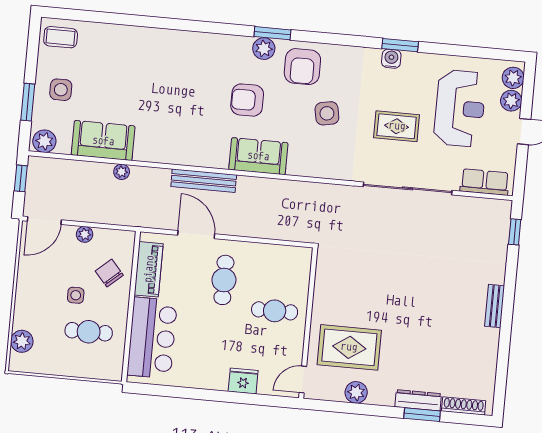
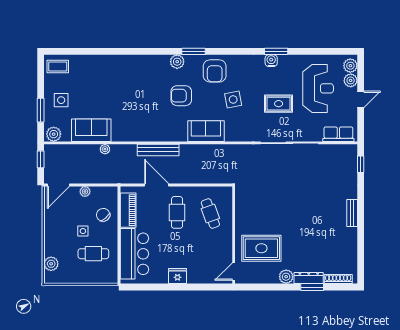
plant: (264, 49) -> (177, 62), moved
sofa: (258, 156) -> (206, 131), moved
cafe table: (275, 311) -> (210, 214), moved, turned 70
fridge: (243, 381) -> (177, 276), moved
plant: (356, 392) -> (286, 277), moved

